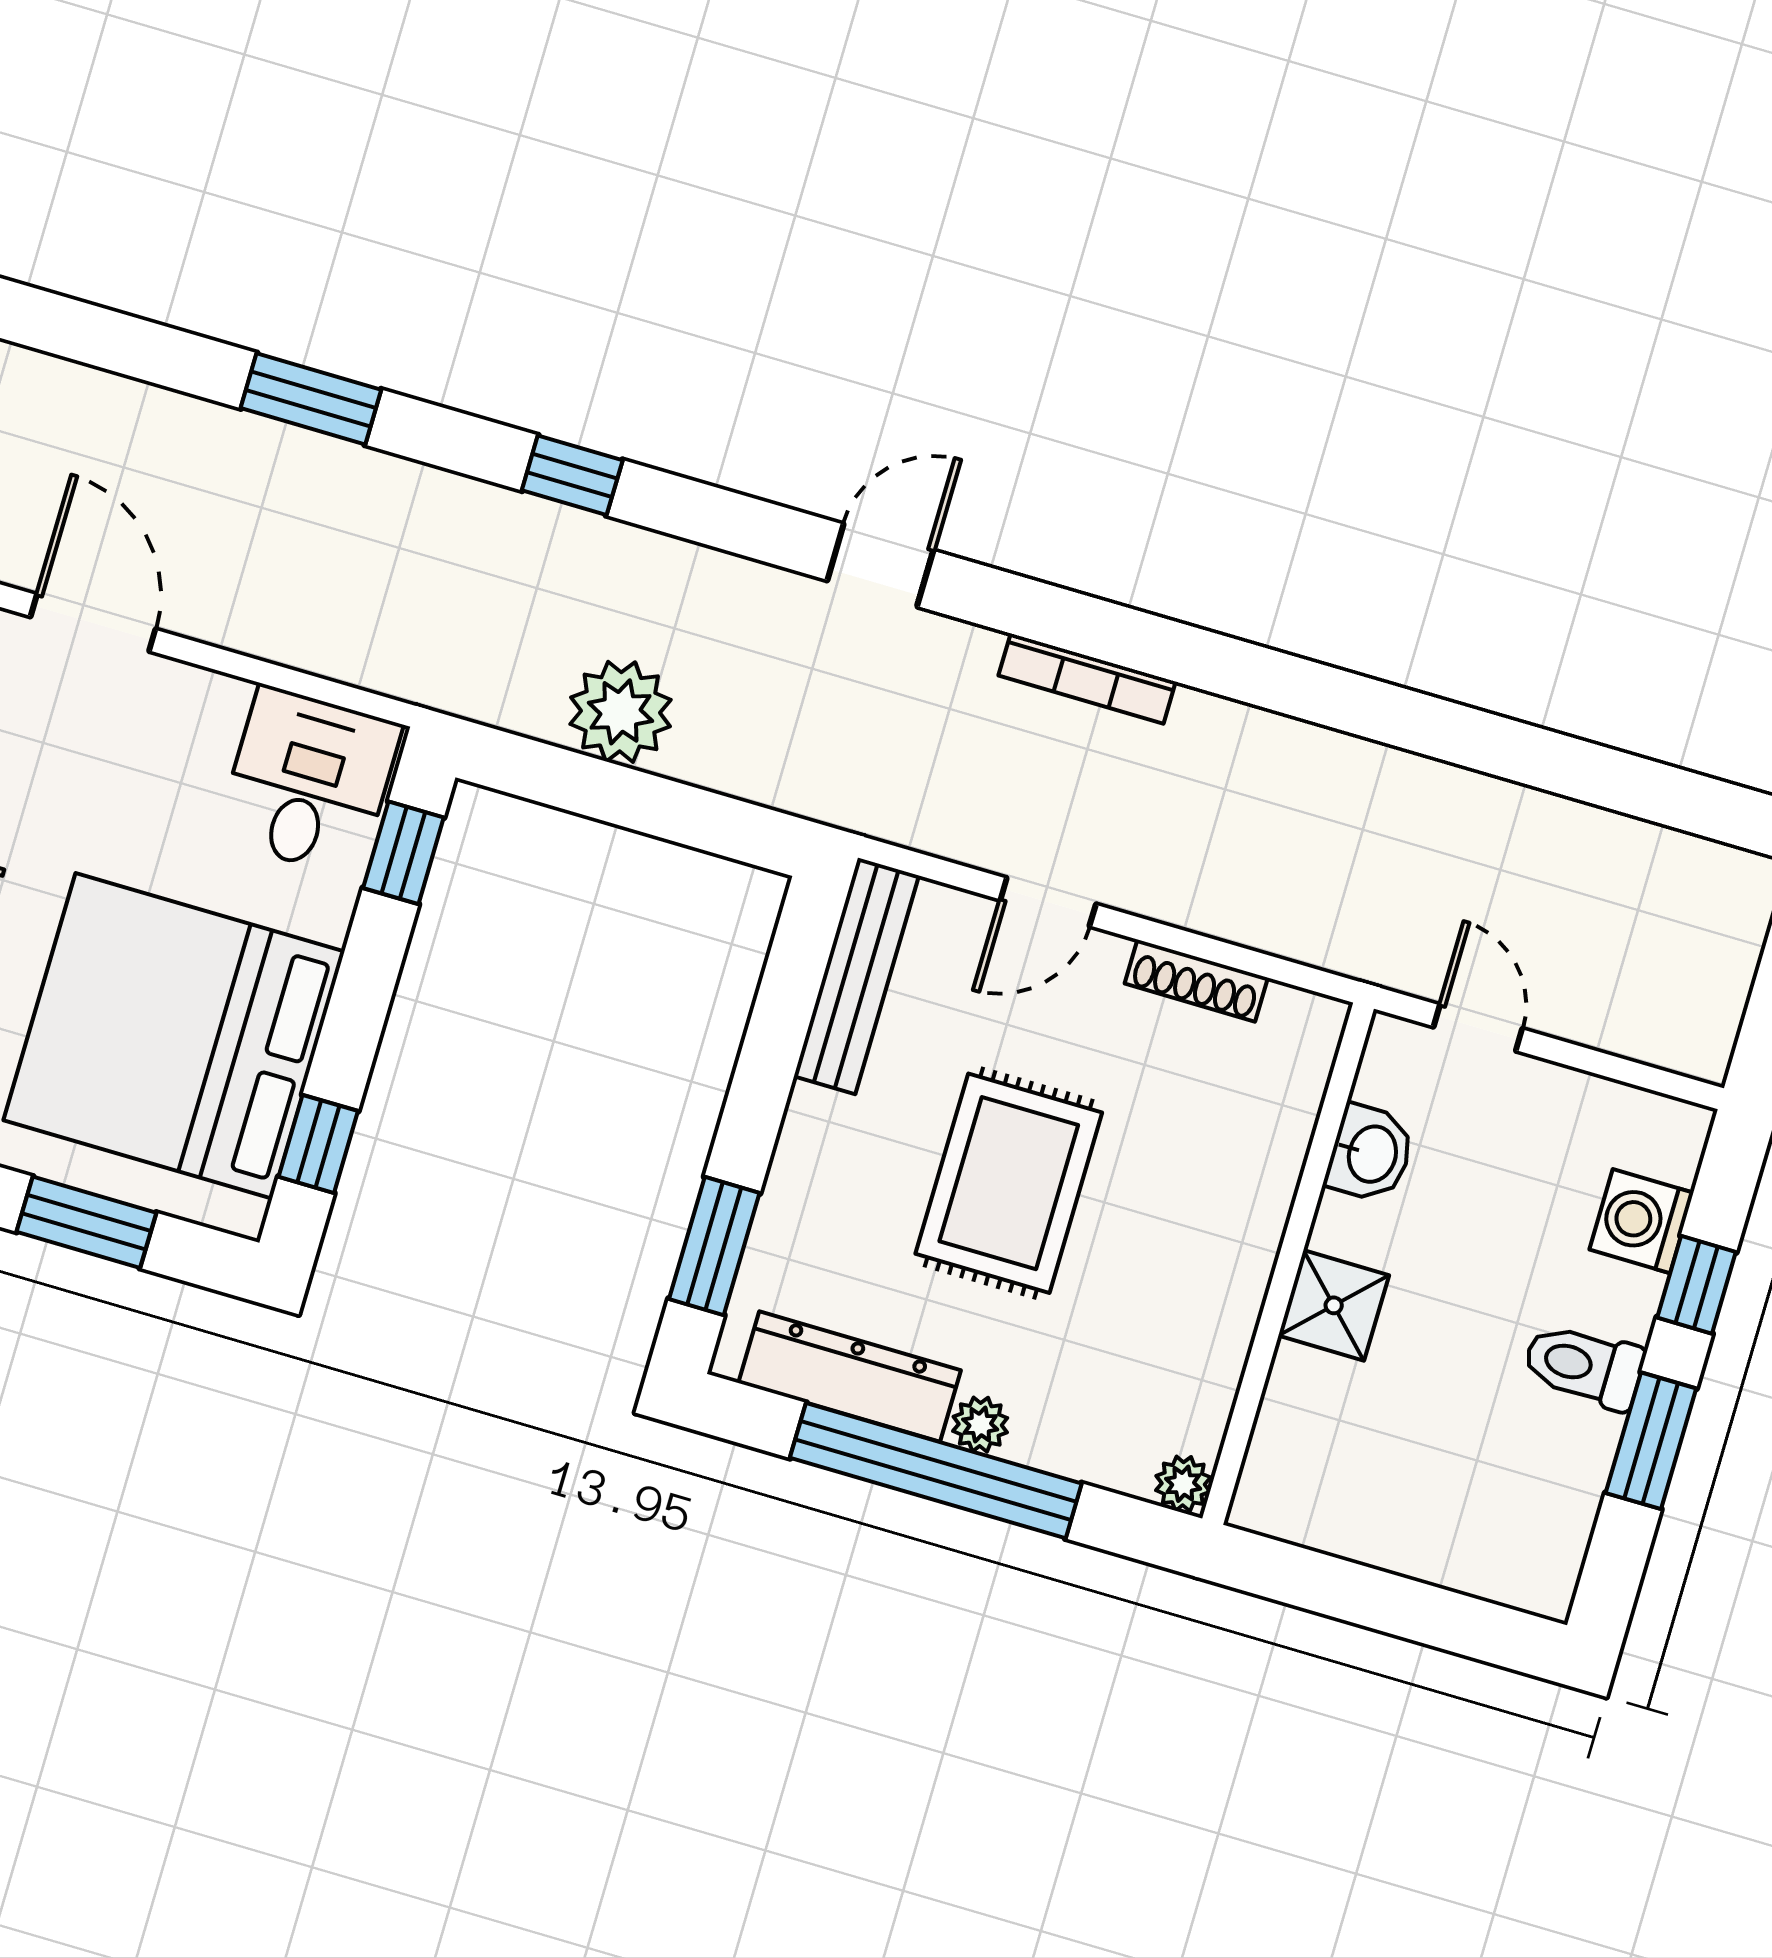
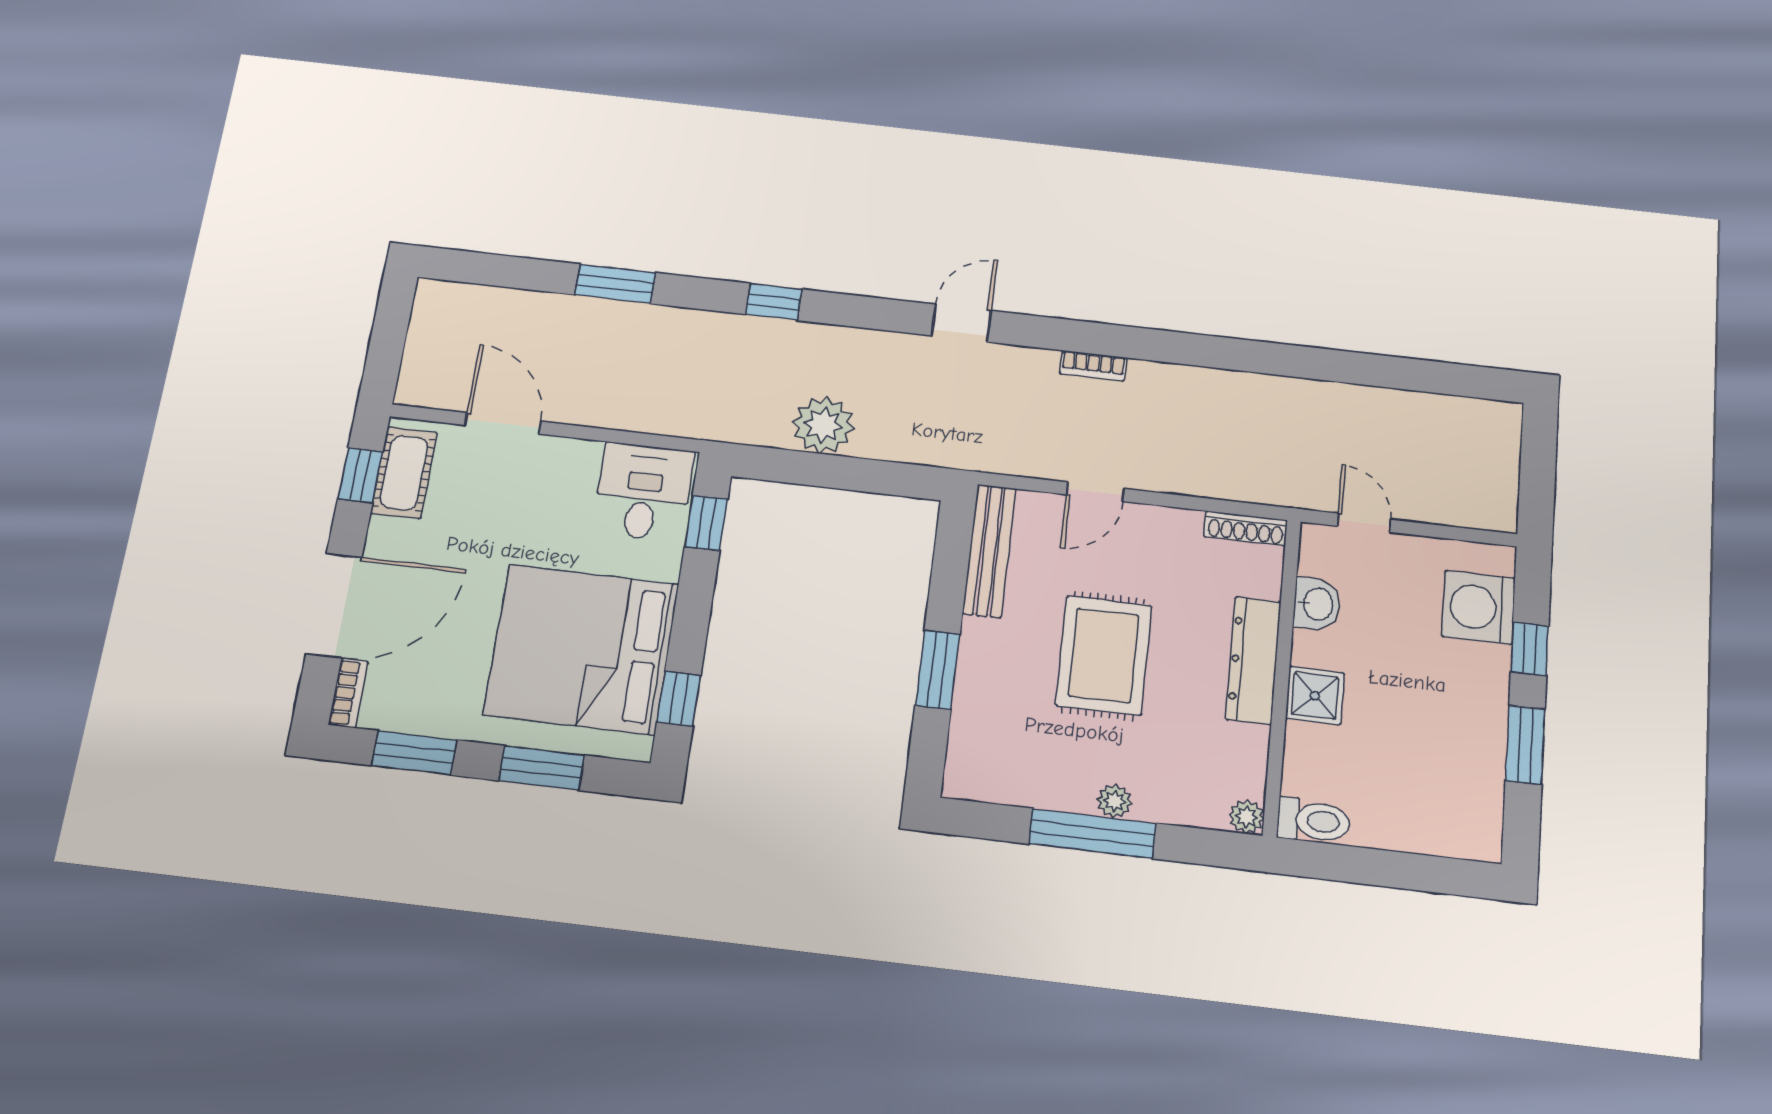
bookcase: (1087, 679) -> (1093, 366), width x0.64
shoe rack: (1196, 981) -> (1246, 528), moved
washing machine: (1641, 1221) -> (1479, 607), width x1.37, depth x1.37
window: (714, 1246) -> (938, 670), moved
toilet: (1584, 1366) -> (1313, 821), moved, turned 180
dresser: (850, 1377) -> (1253, 660), moved, turned -90
window: (936, 1471) -> (1092, 834), width x0.68

